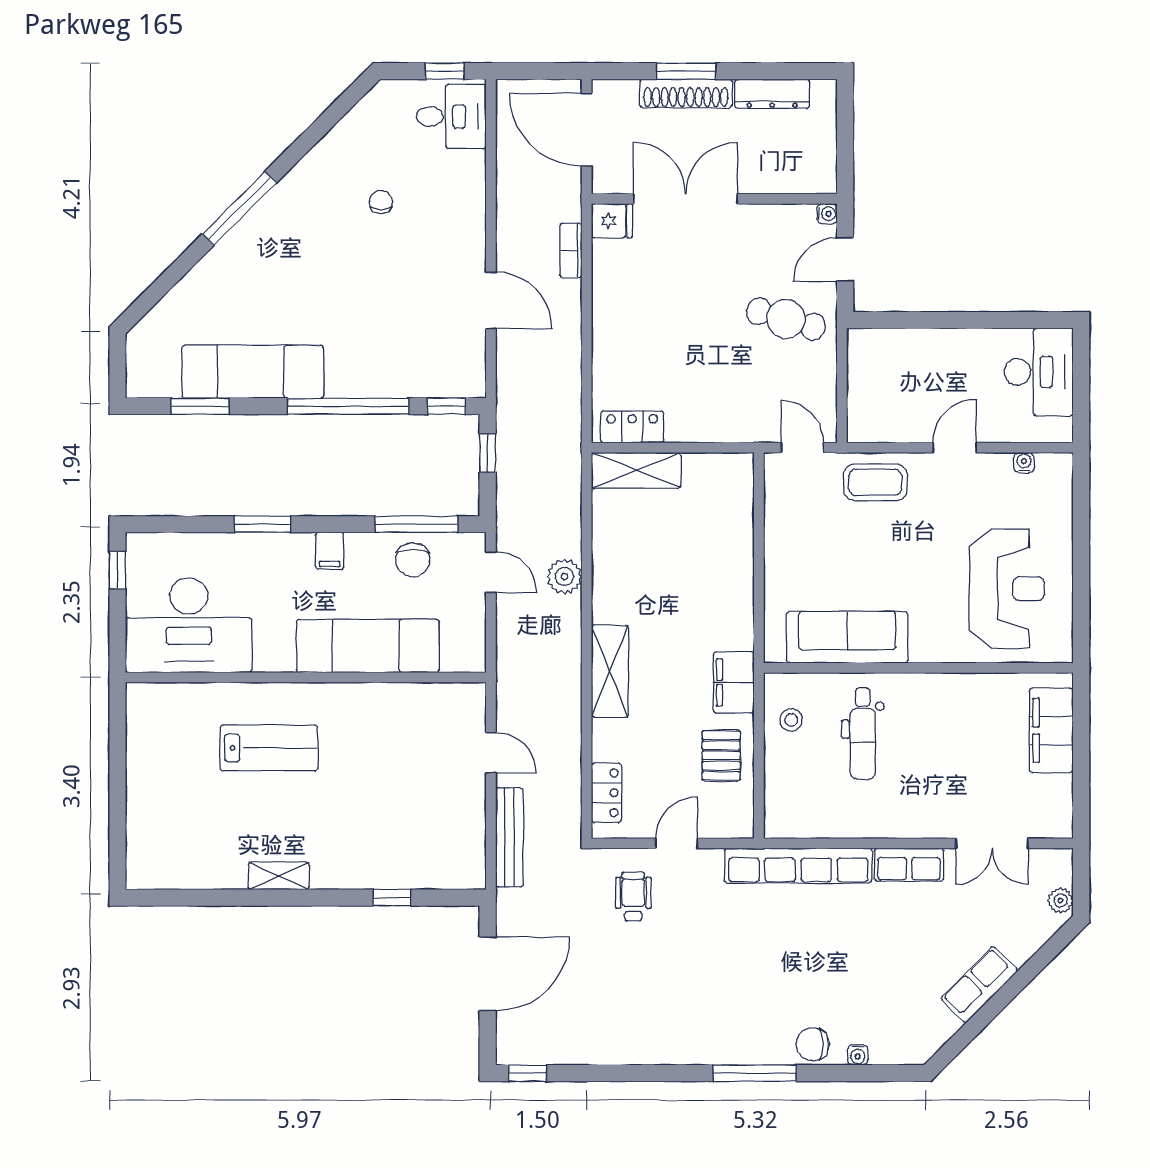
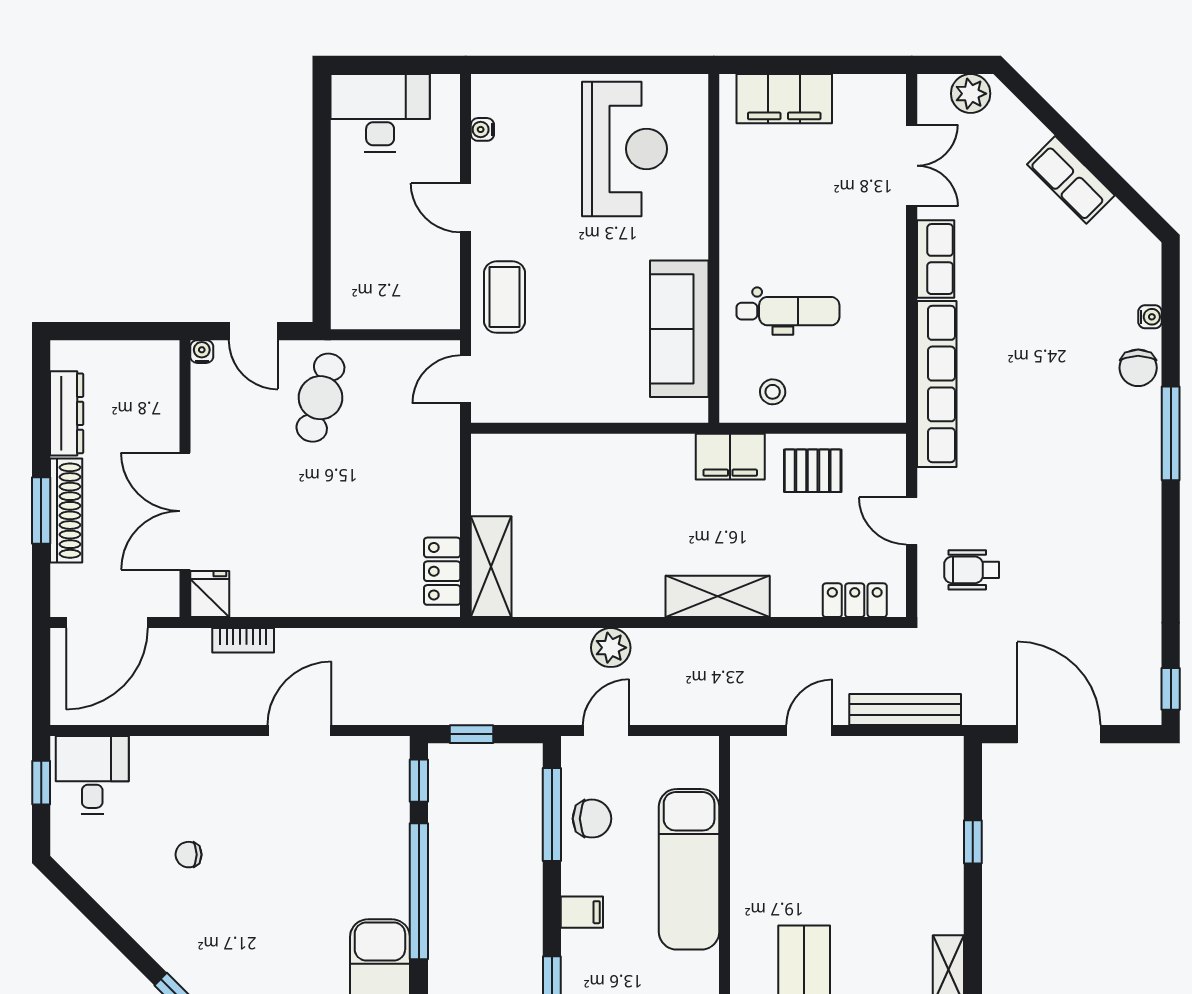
reception desk: (1007, 589) -> (625, 149), turned 90
plant: (1061, 900) -> (971, 94), width x1.38, depth x1.38

